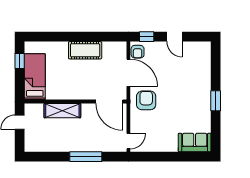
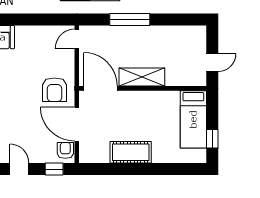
shelving: (62, 111) -> (142, 77), moved

